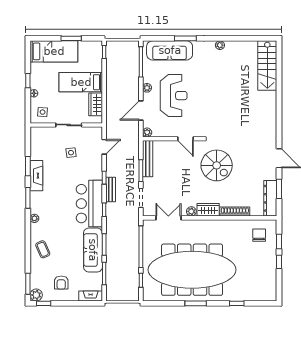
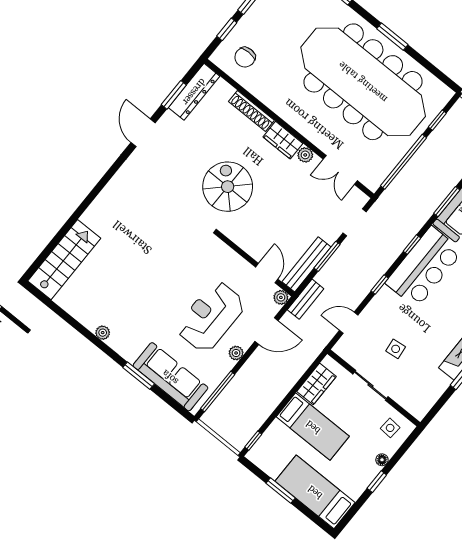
door: (186, 139) -> (267, 273), moved
bench: (111, 190) -> (306, 299), moved

